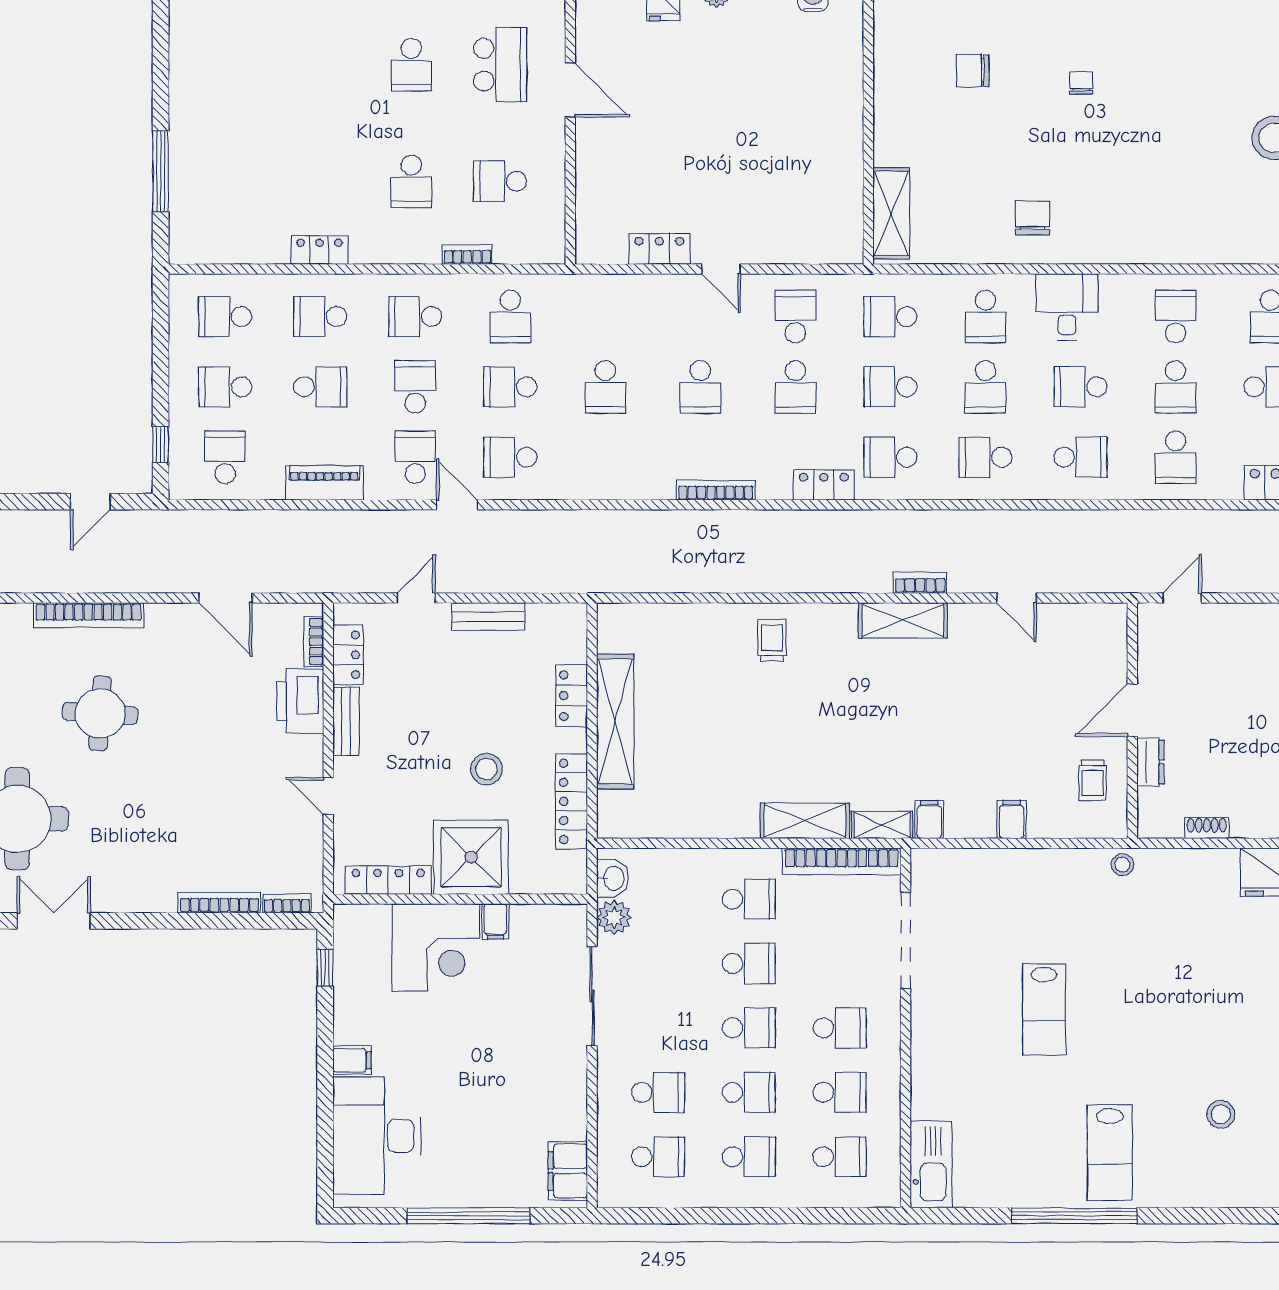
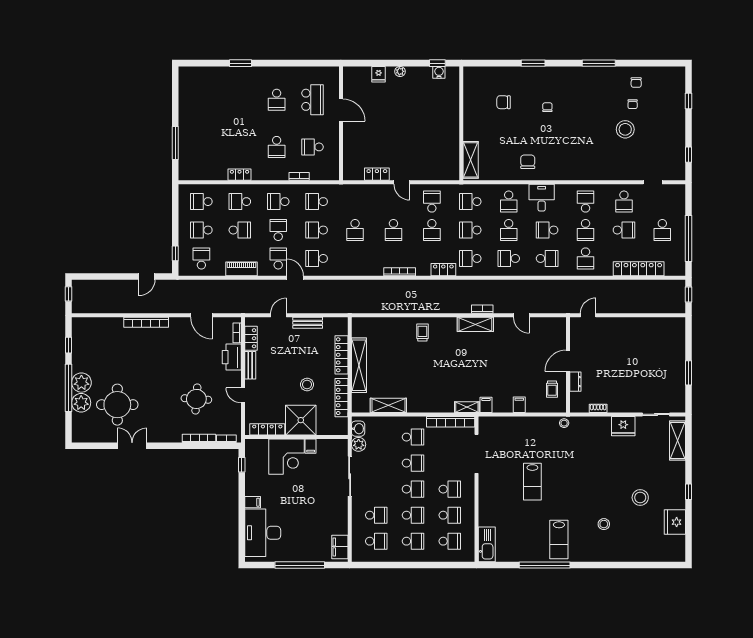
school desk: (510, 317) -> (317, 202), turned 90
locker: (572, 696) -> (341, 355), width x1.53
round table: (100, 713) -> (196, 399), moved
shelving: (805, 821) -> (388, 405), moved

